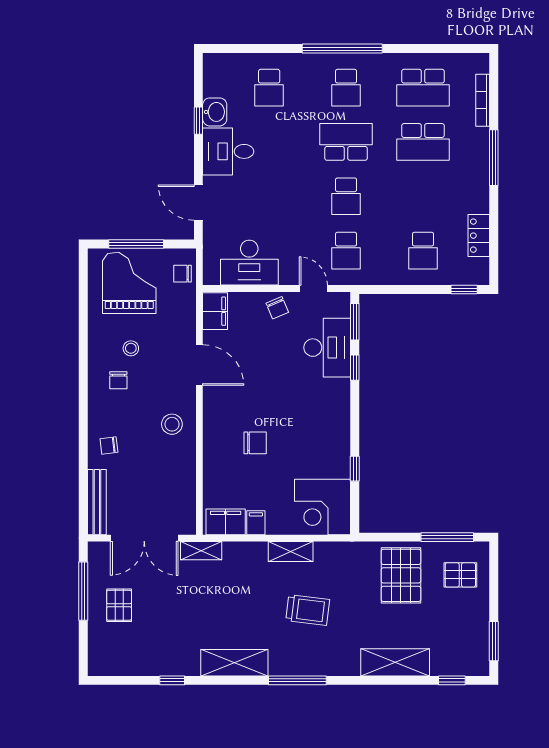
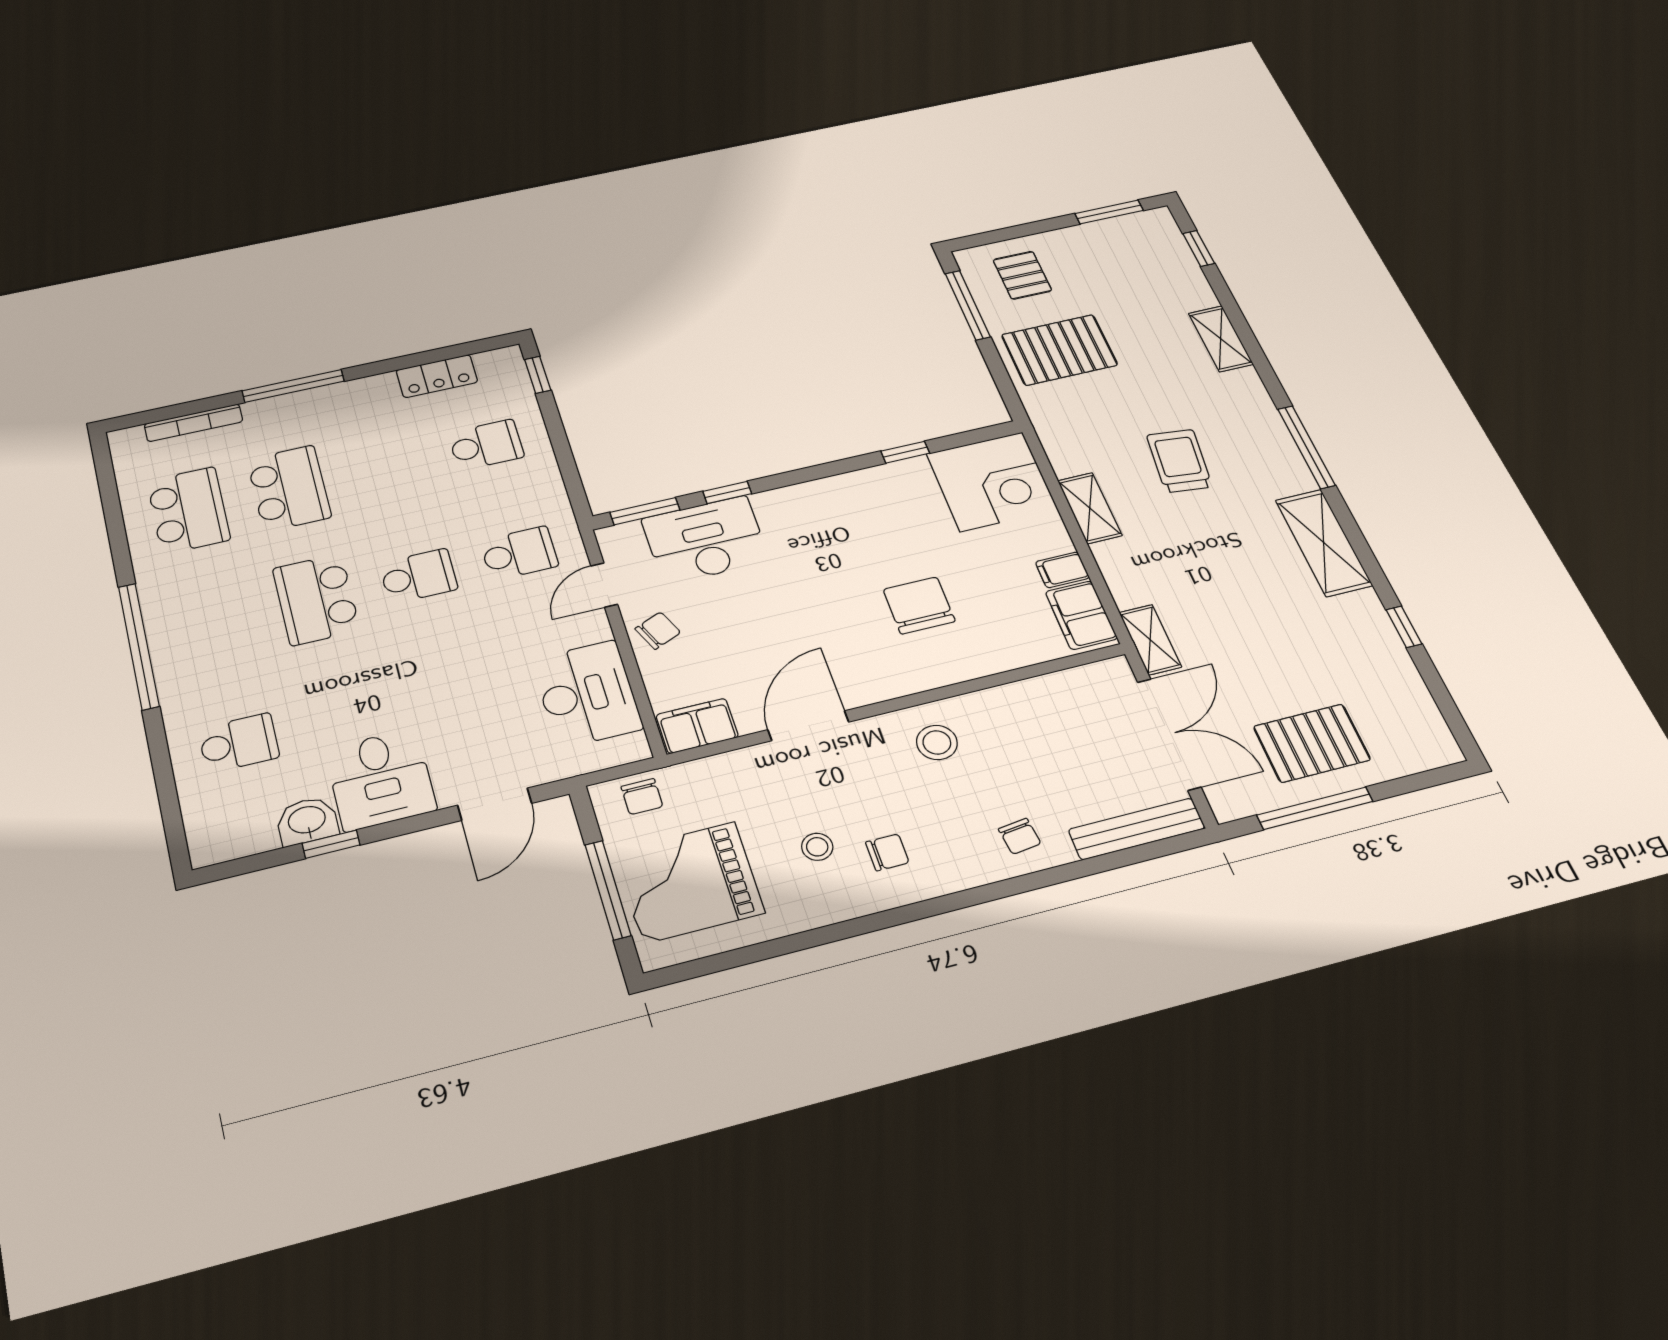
school desk: (346, 88) -> (213, 623), removed
chair: (255, 443) -> (919, 605), width x1.37, depth x1.37
pallet: (119, 605) -> (1312, 743), width x1.50, depth x1.42
shelving: (395, 662) -> (1221, 339), width x0.67, depth x0.75

